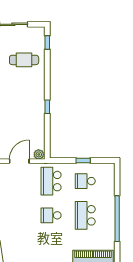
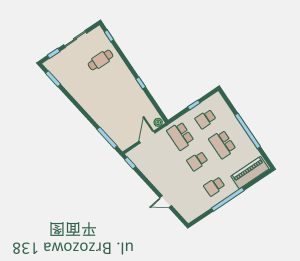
school desk: (51, 250) -> (214, 186), added

